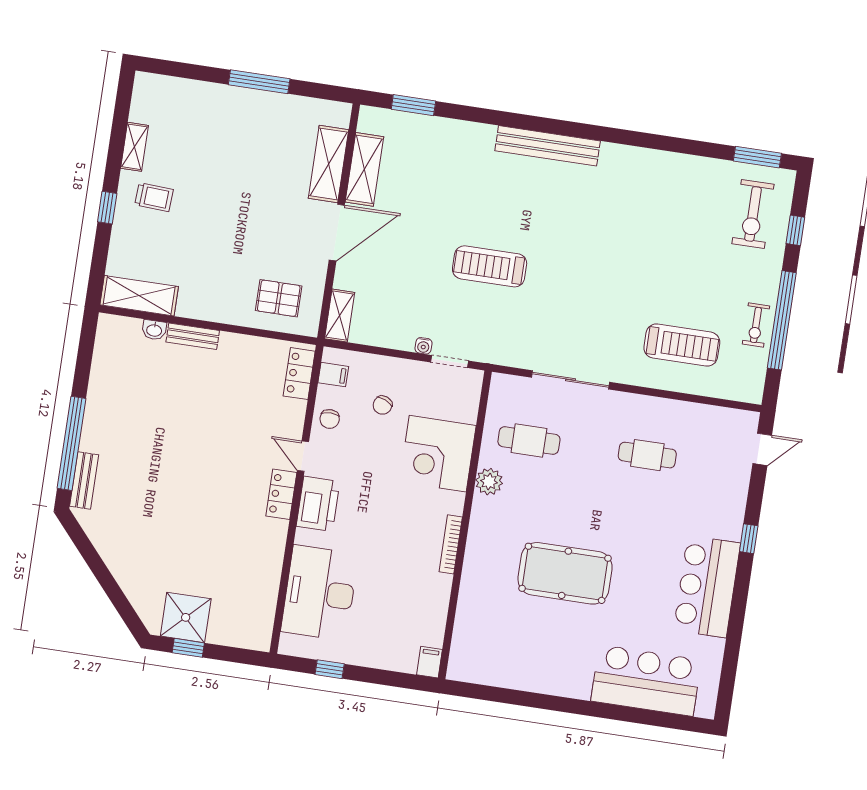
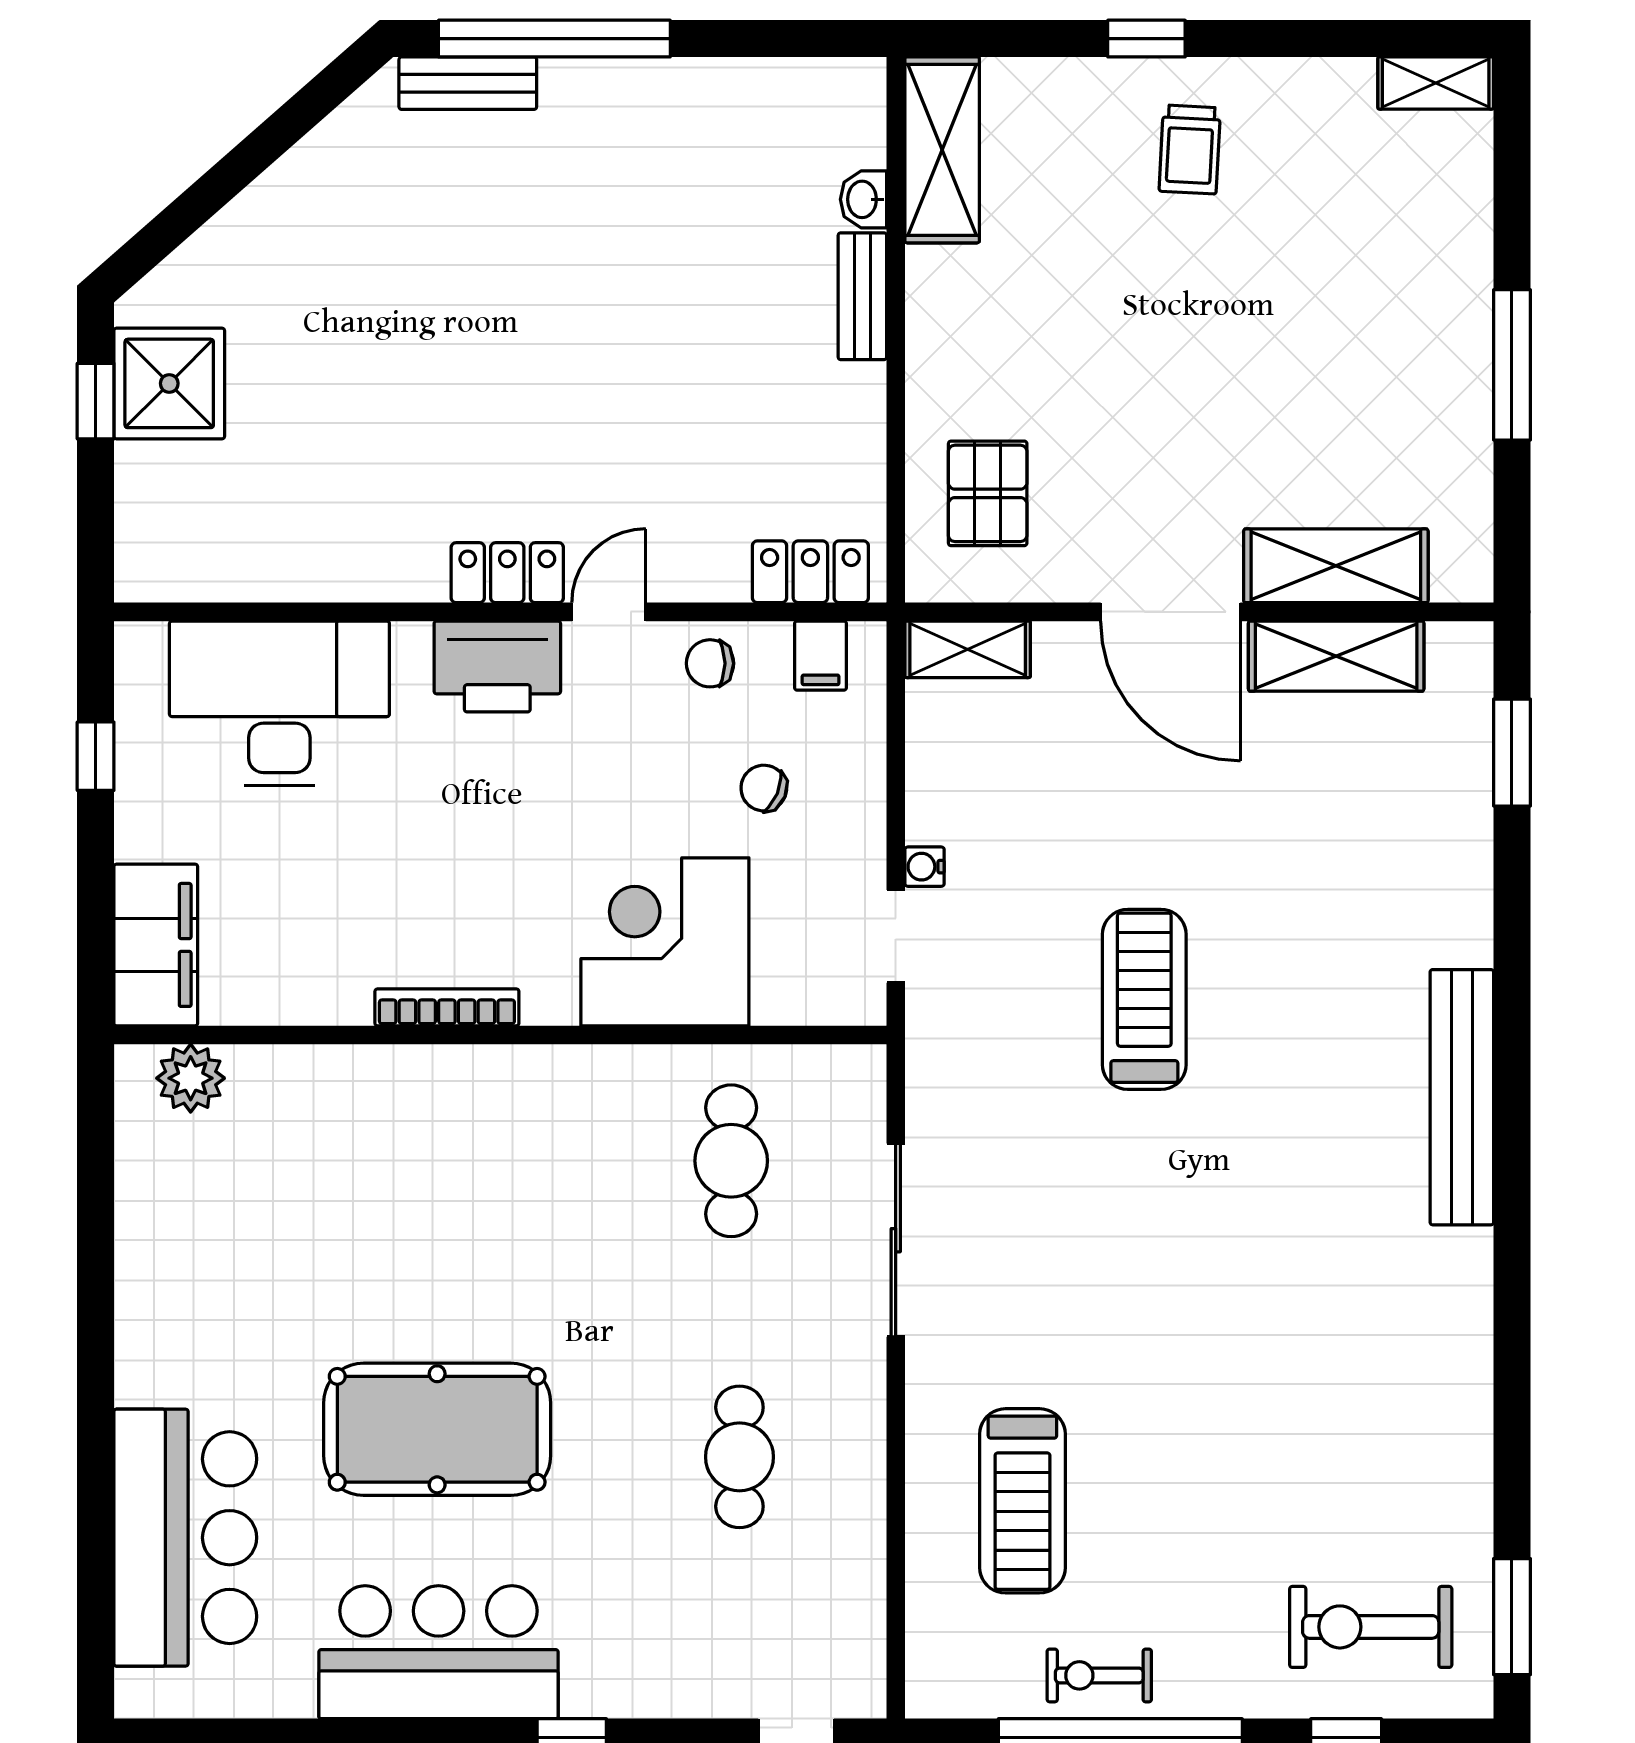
shelving: (134, 147) -> (1436, 83), moved
plant: (489, 482) -> (191, 1078), moved
pool table: (565, 573) -> (437, 1429), moved, turned 90
filing cabinet: (429, 662) -> (156, 945), width x3.00, depth x1.17

